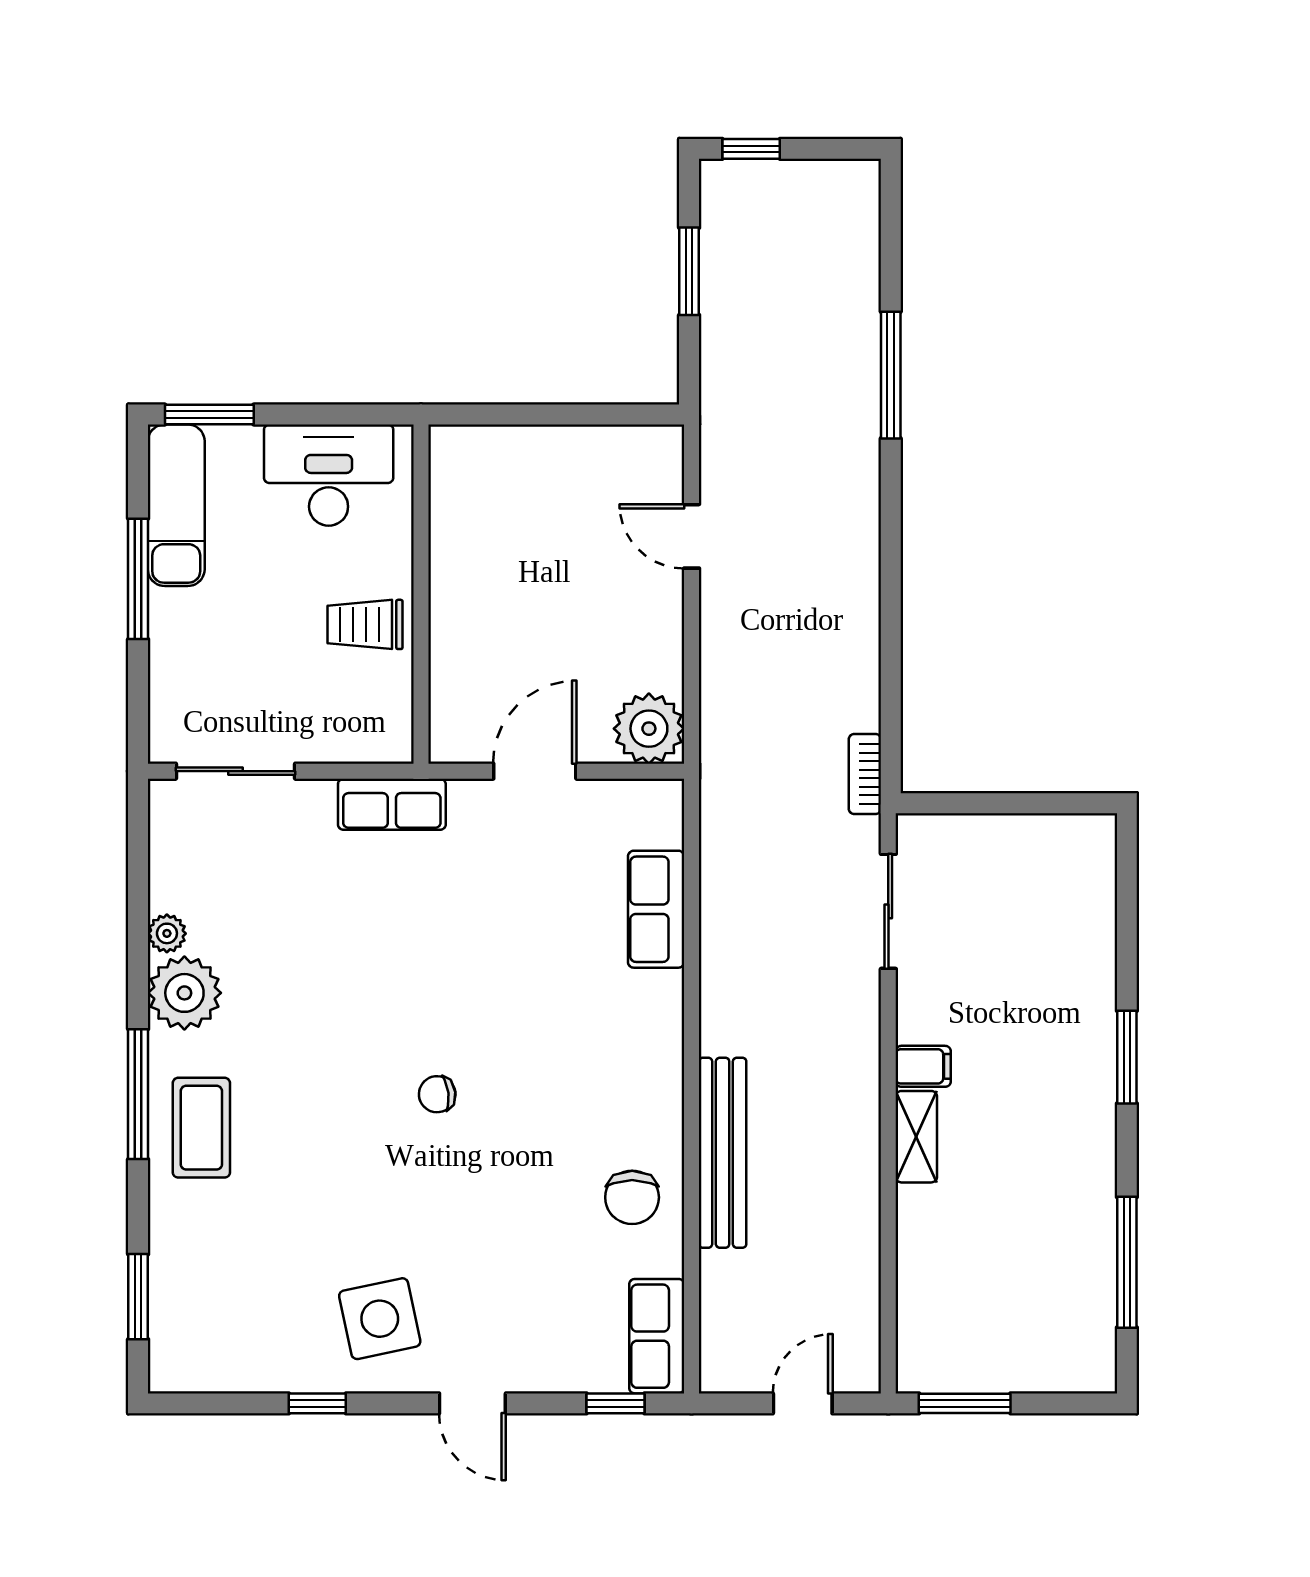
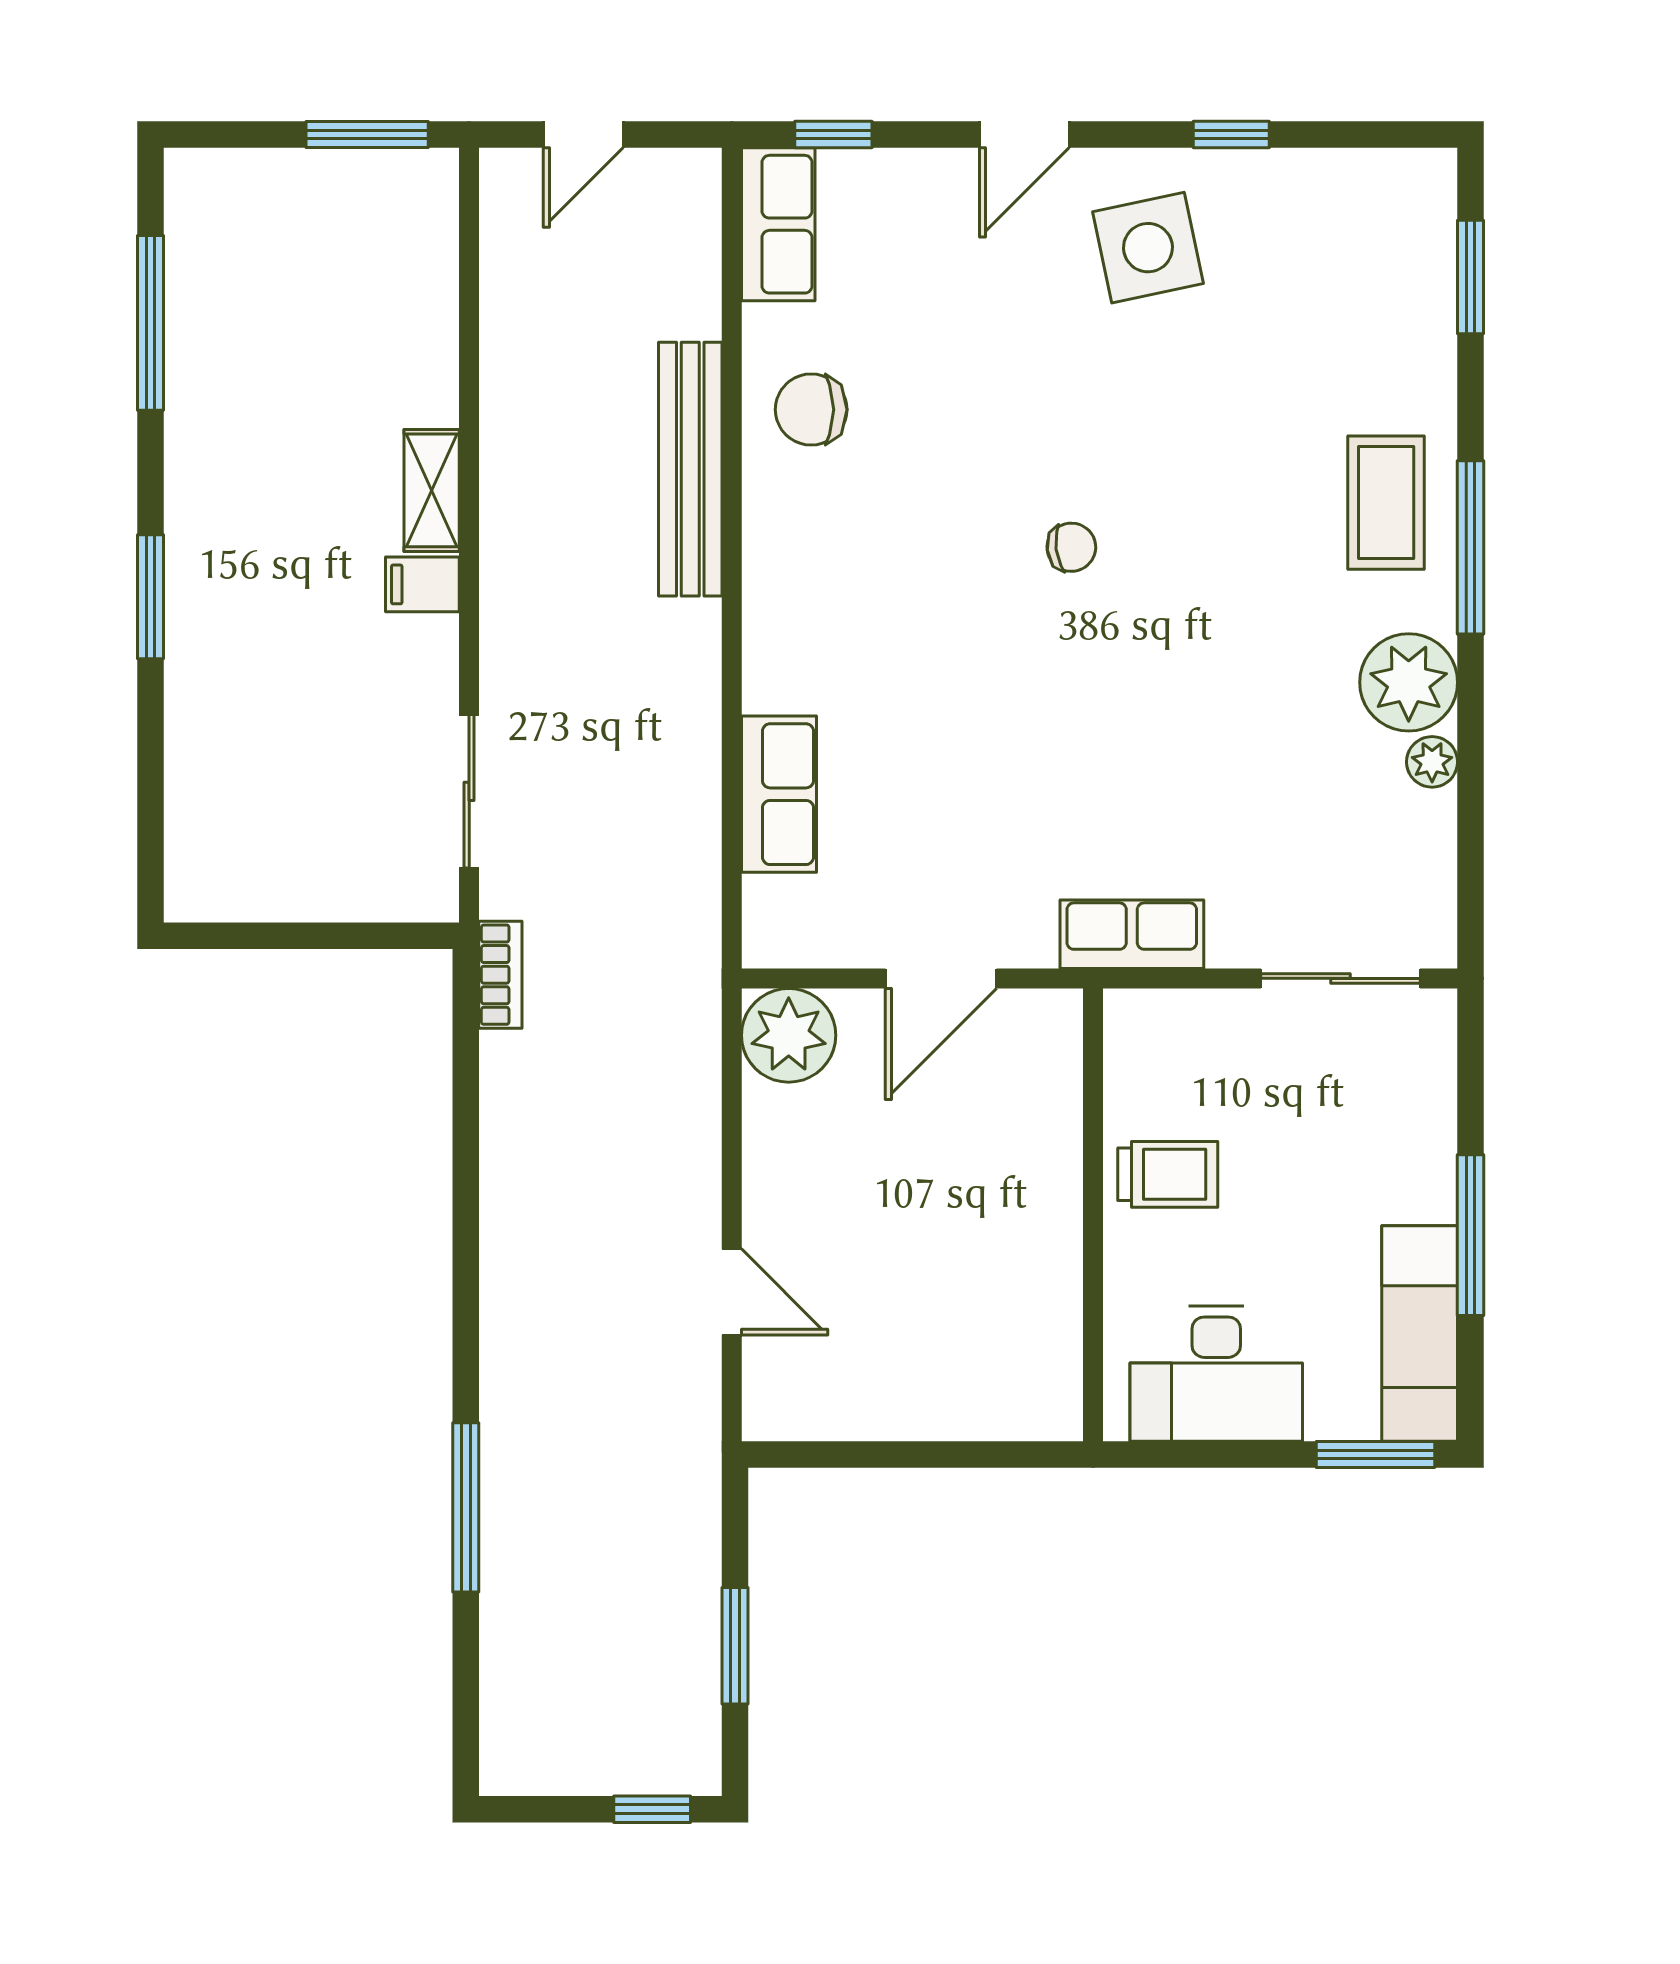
chair: (632, 1197) -> (811, 410), turned -90
door: (472, 1403) -> (1024, 135), swing flipped

